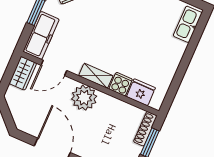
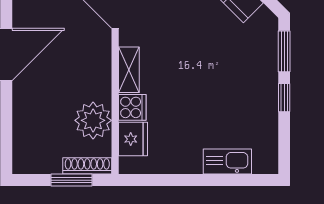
kitchen sink: (188, 24) -> (227, 162), moved
plant: (84, 98) -> (93, 120), moved

